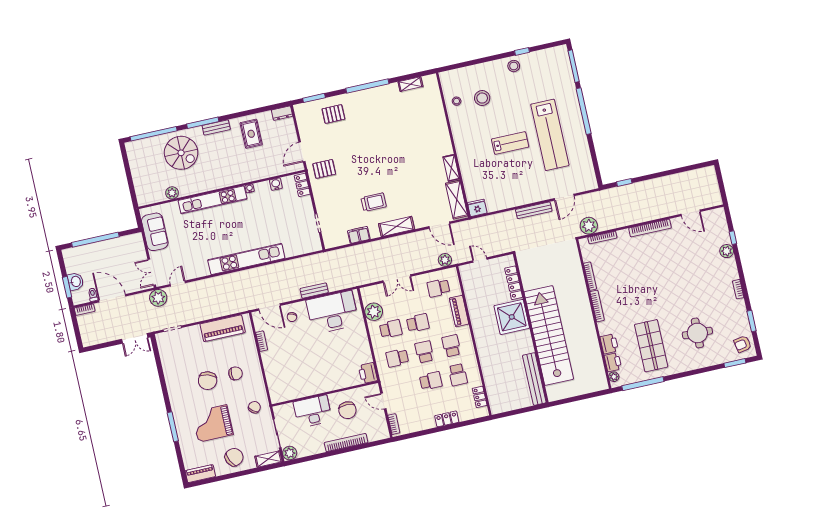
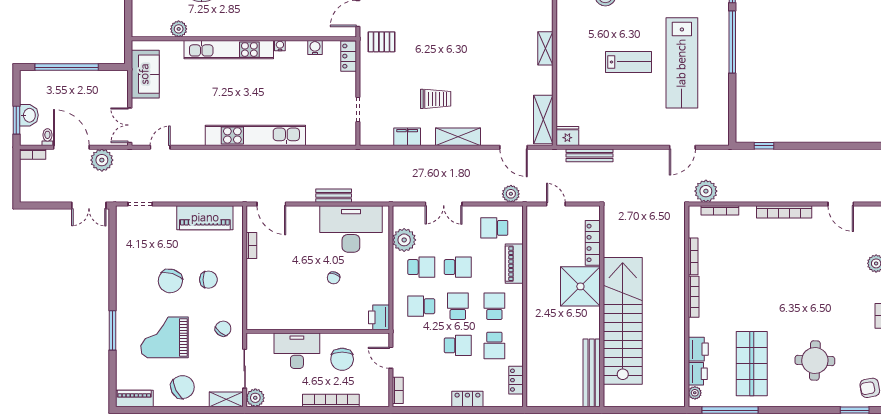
shelving: (451, 168) -> (545, 48), moved
bench: (534, 210) -> (589, 155), moved
plant: (158, 298) -> (102, 160), moved
chair: (292, 317) -> (334, 278), moved

